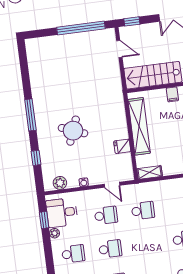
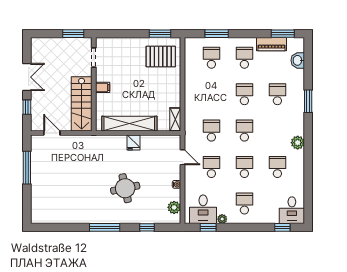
window: (132, 21) -> (27, 107), moved
window: (81, 28) -> (27, 168), width x0.68
door: (119, 49) -> (52, 133), hinge flipped
round table: (73, 131) -> (125, 188), turned -33
fridge: (122, 146) -> (133, 143), moved
door: (112, 185) -> (183, 157), hinge flipped
school desk: (147, 244) -> (244, 131), added

